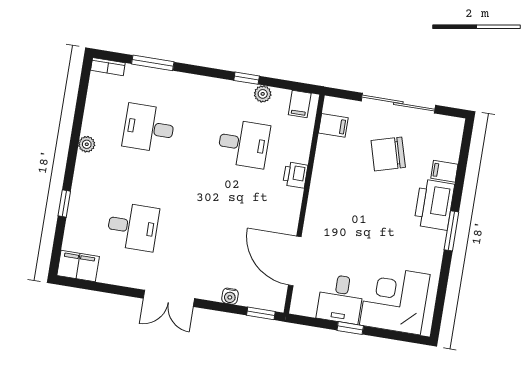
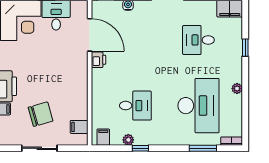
sliding door: (398, 103) -> (39, 148), width x0.73
desk: (149, 128) -> (198, 106), width x1.87, depth x1.30
desk: (244, 144) -> (135, 106), turned 180
printer: (295, 175) -> (99, 60), moved

